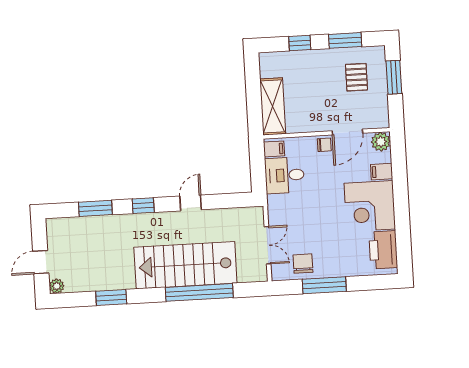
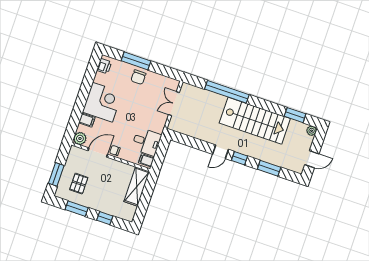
door: (191, 203) -> (220, 152), moved
printer: (383, 250) -> (104, 66), width x0.53, depth x0.68
door: (41, 262) -> (312, 159), moved
chair: (303, 264) -> (138, 77), moved
stairs: (185, 265) -> (255, 121), moved
window: (324, 285) -> (136, 61), moved
window: (111, 298) -> (295, 115), moved

